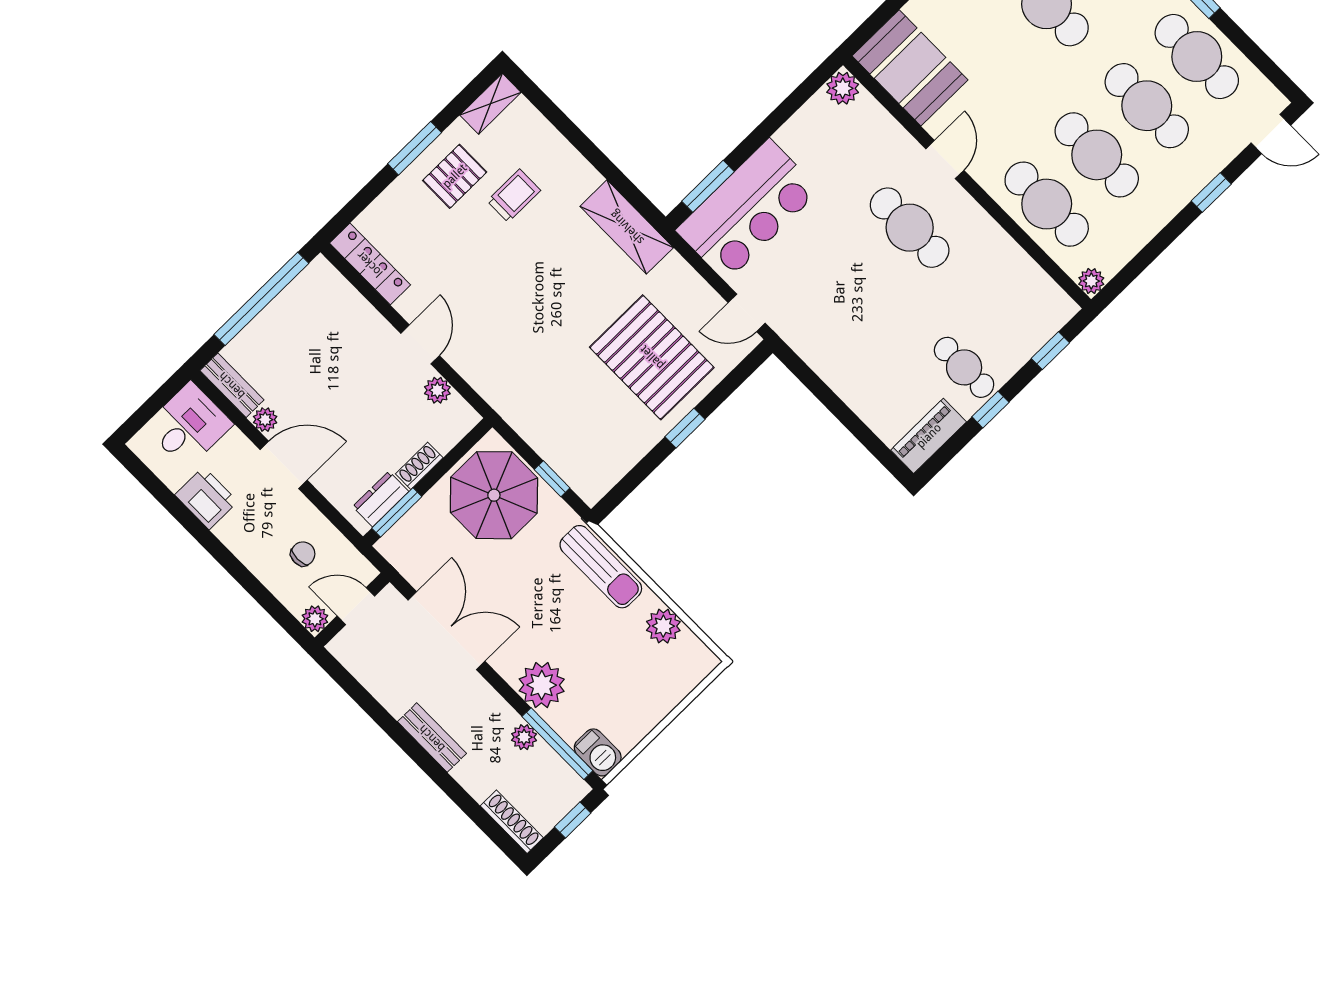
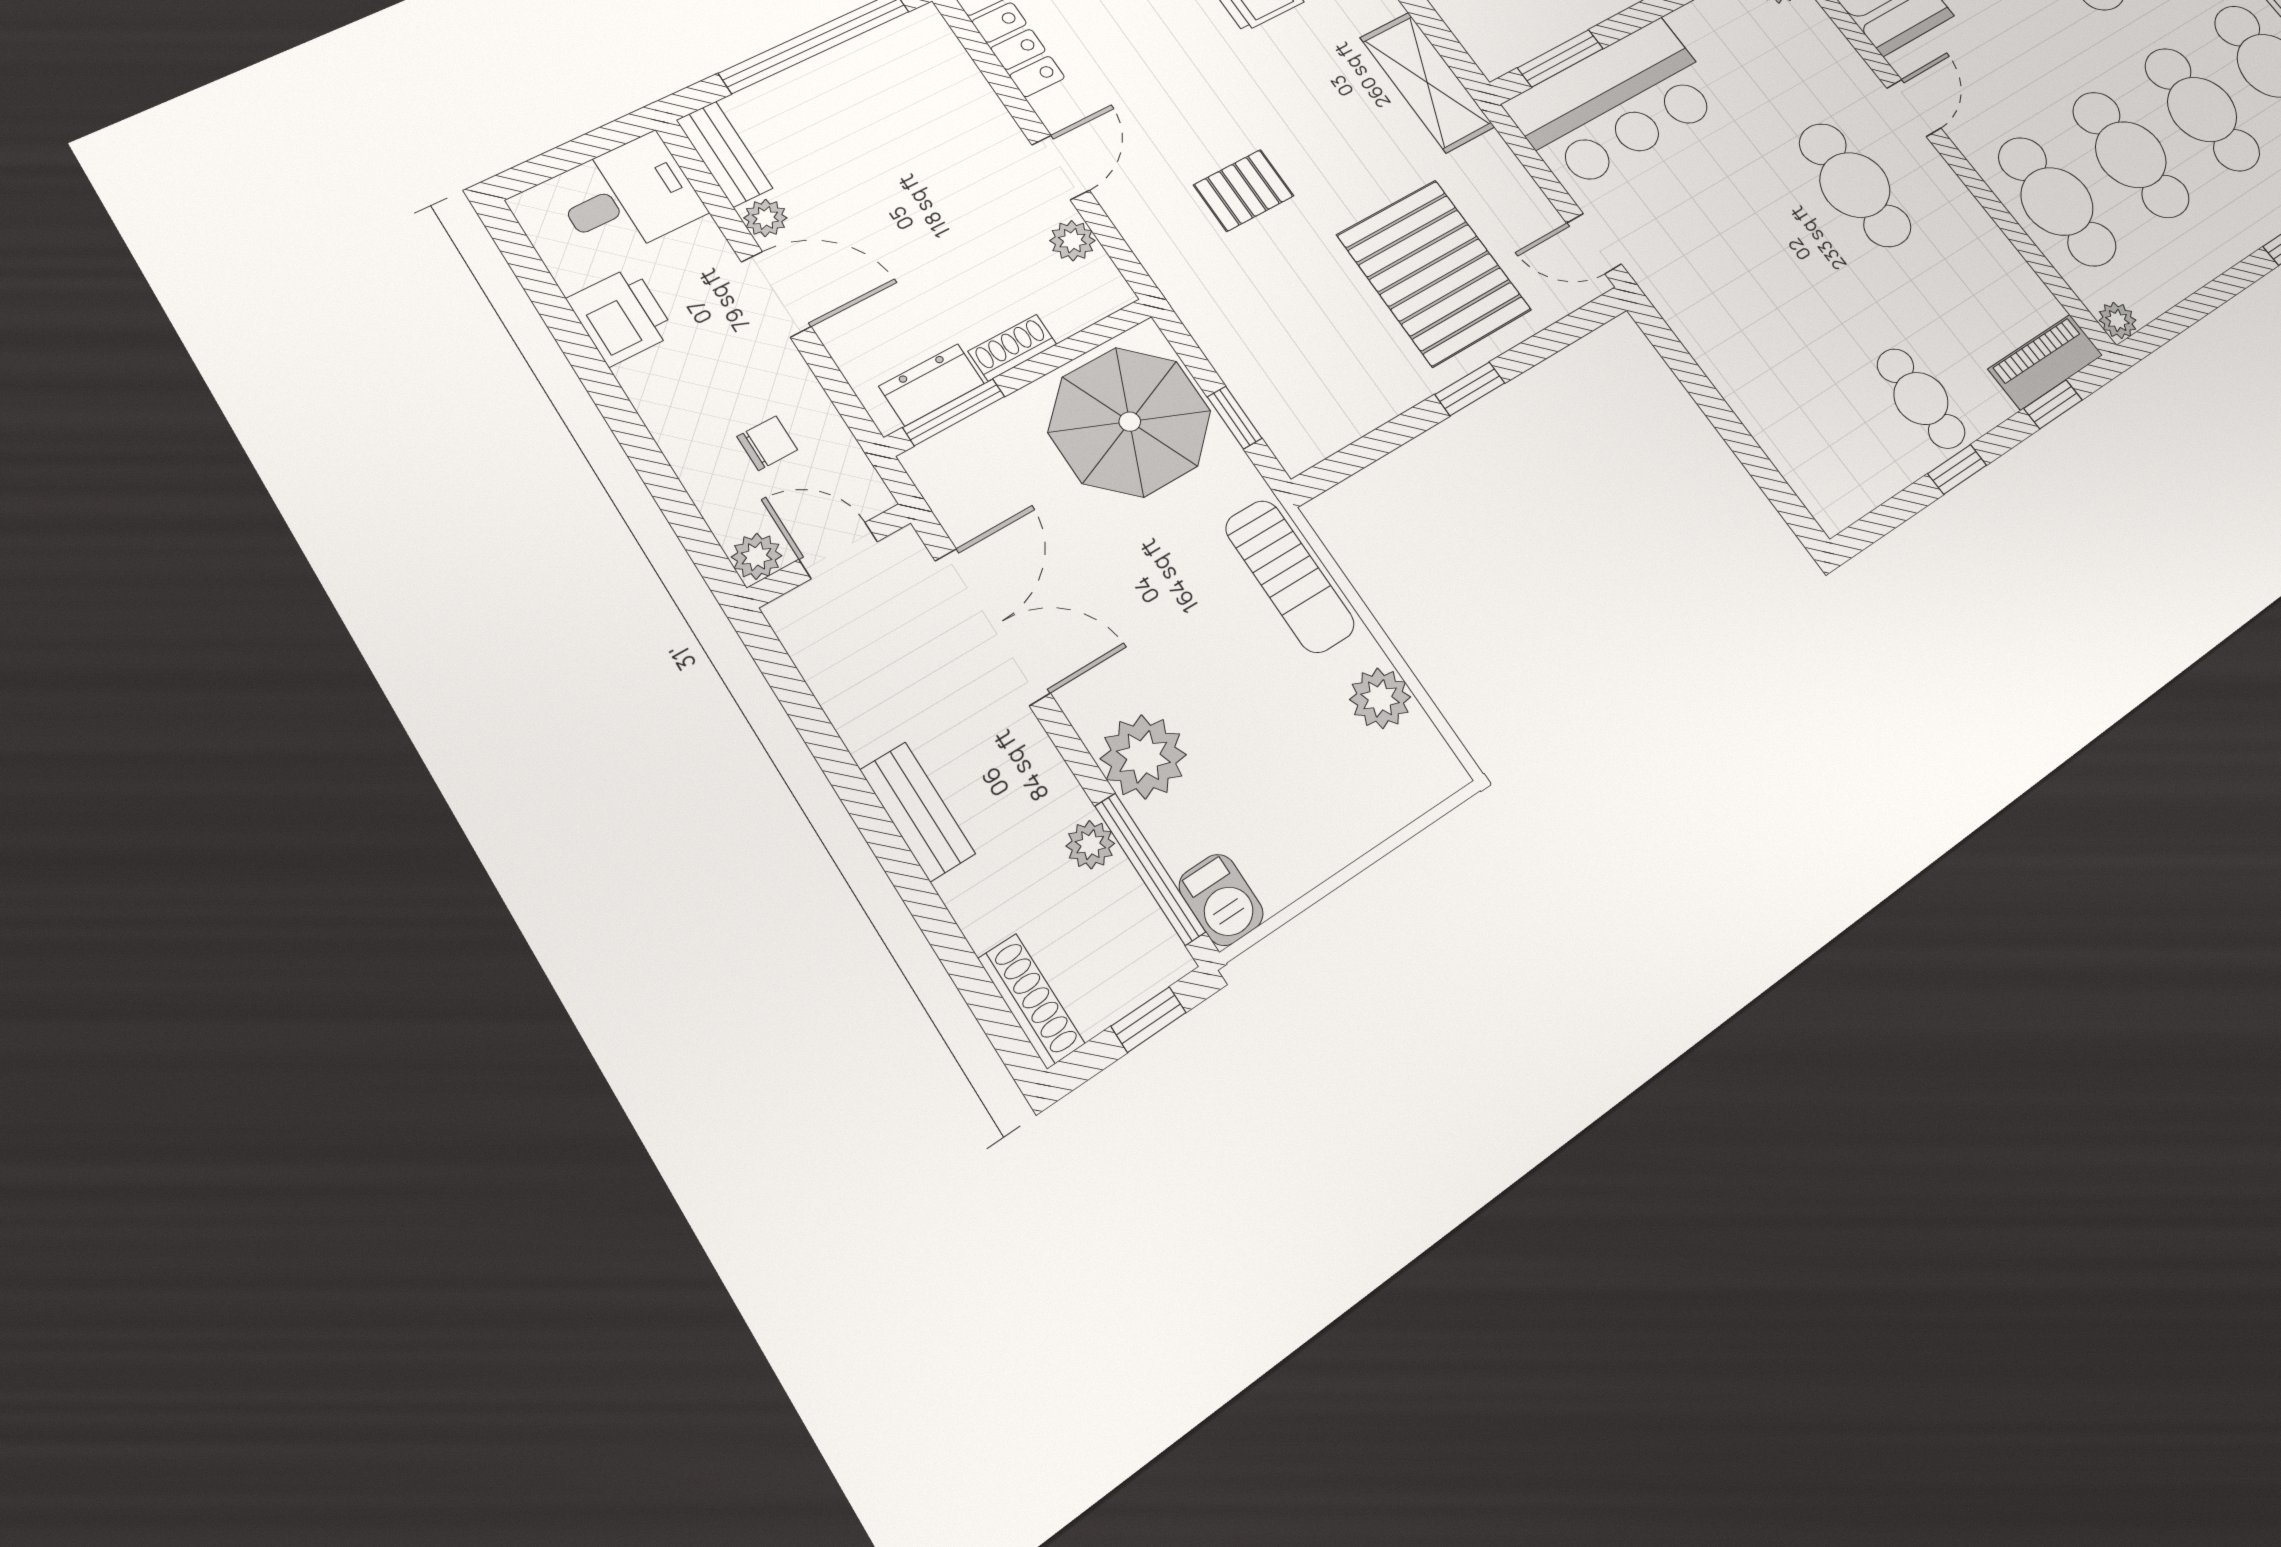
pallet: (529, 332) -> (1244, 190), added
piano: (929, 436) -> (2045, 362), moved

